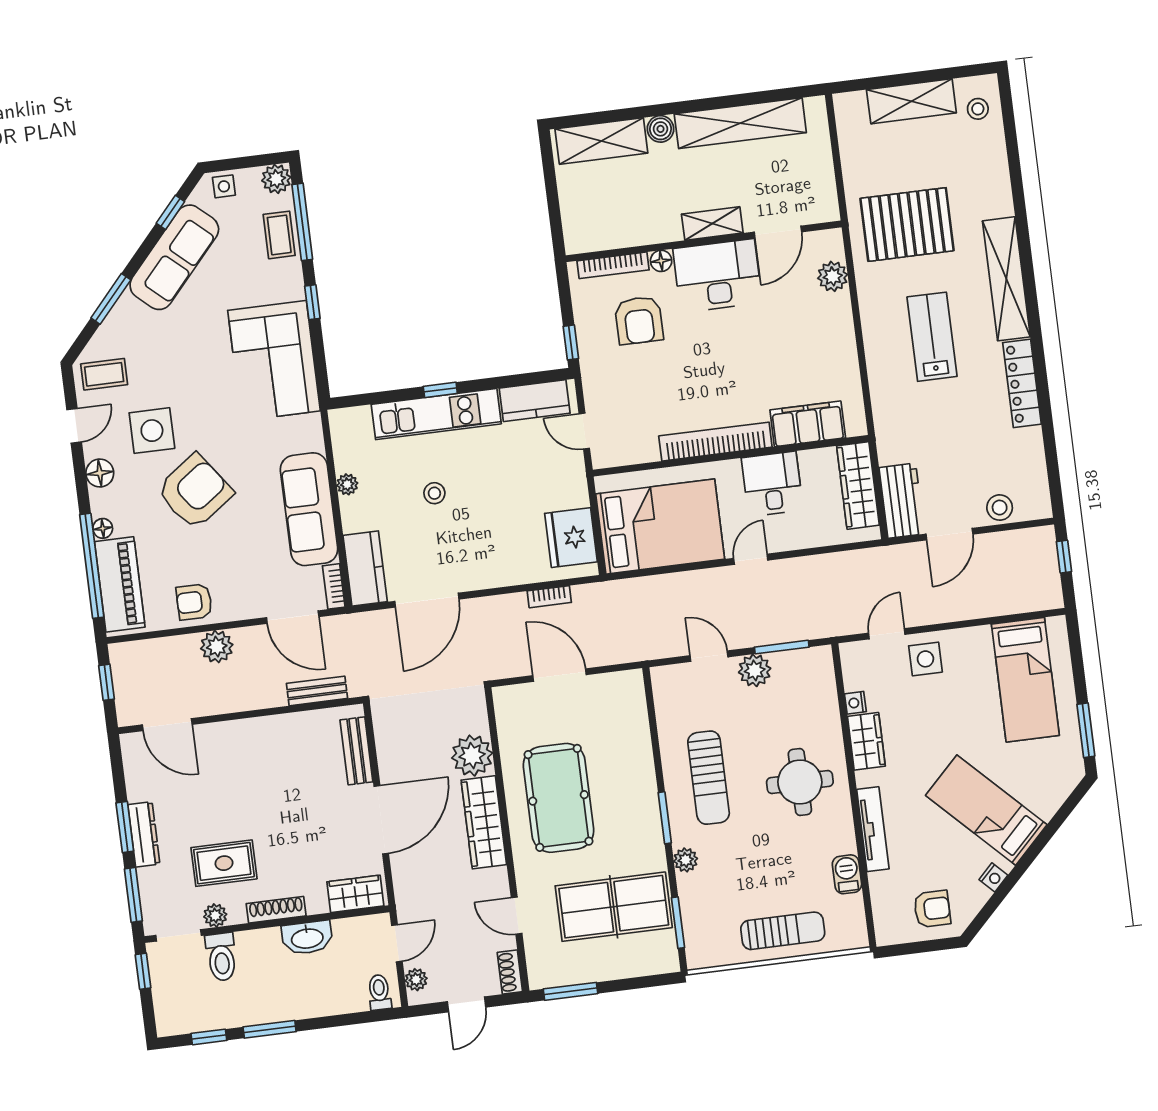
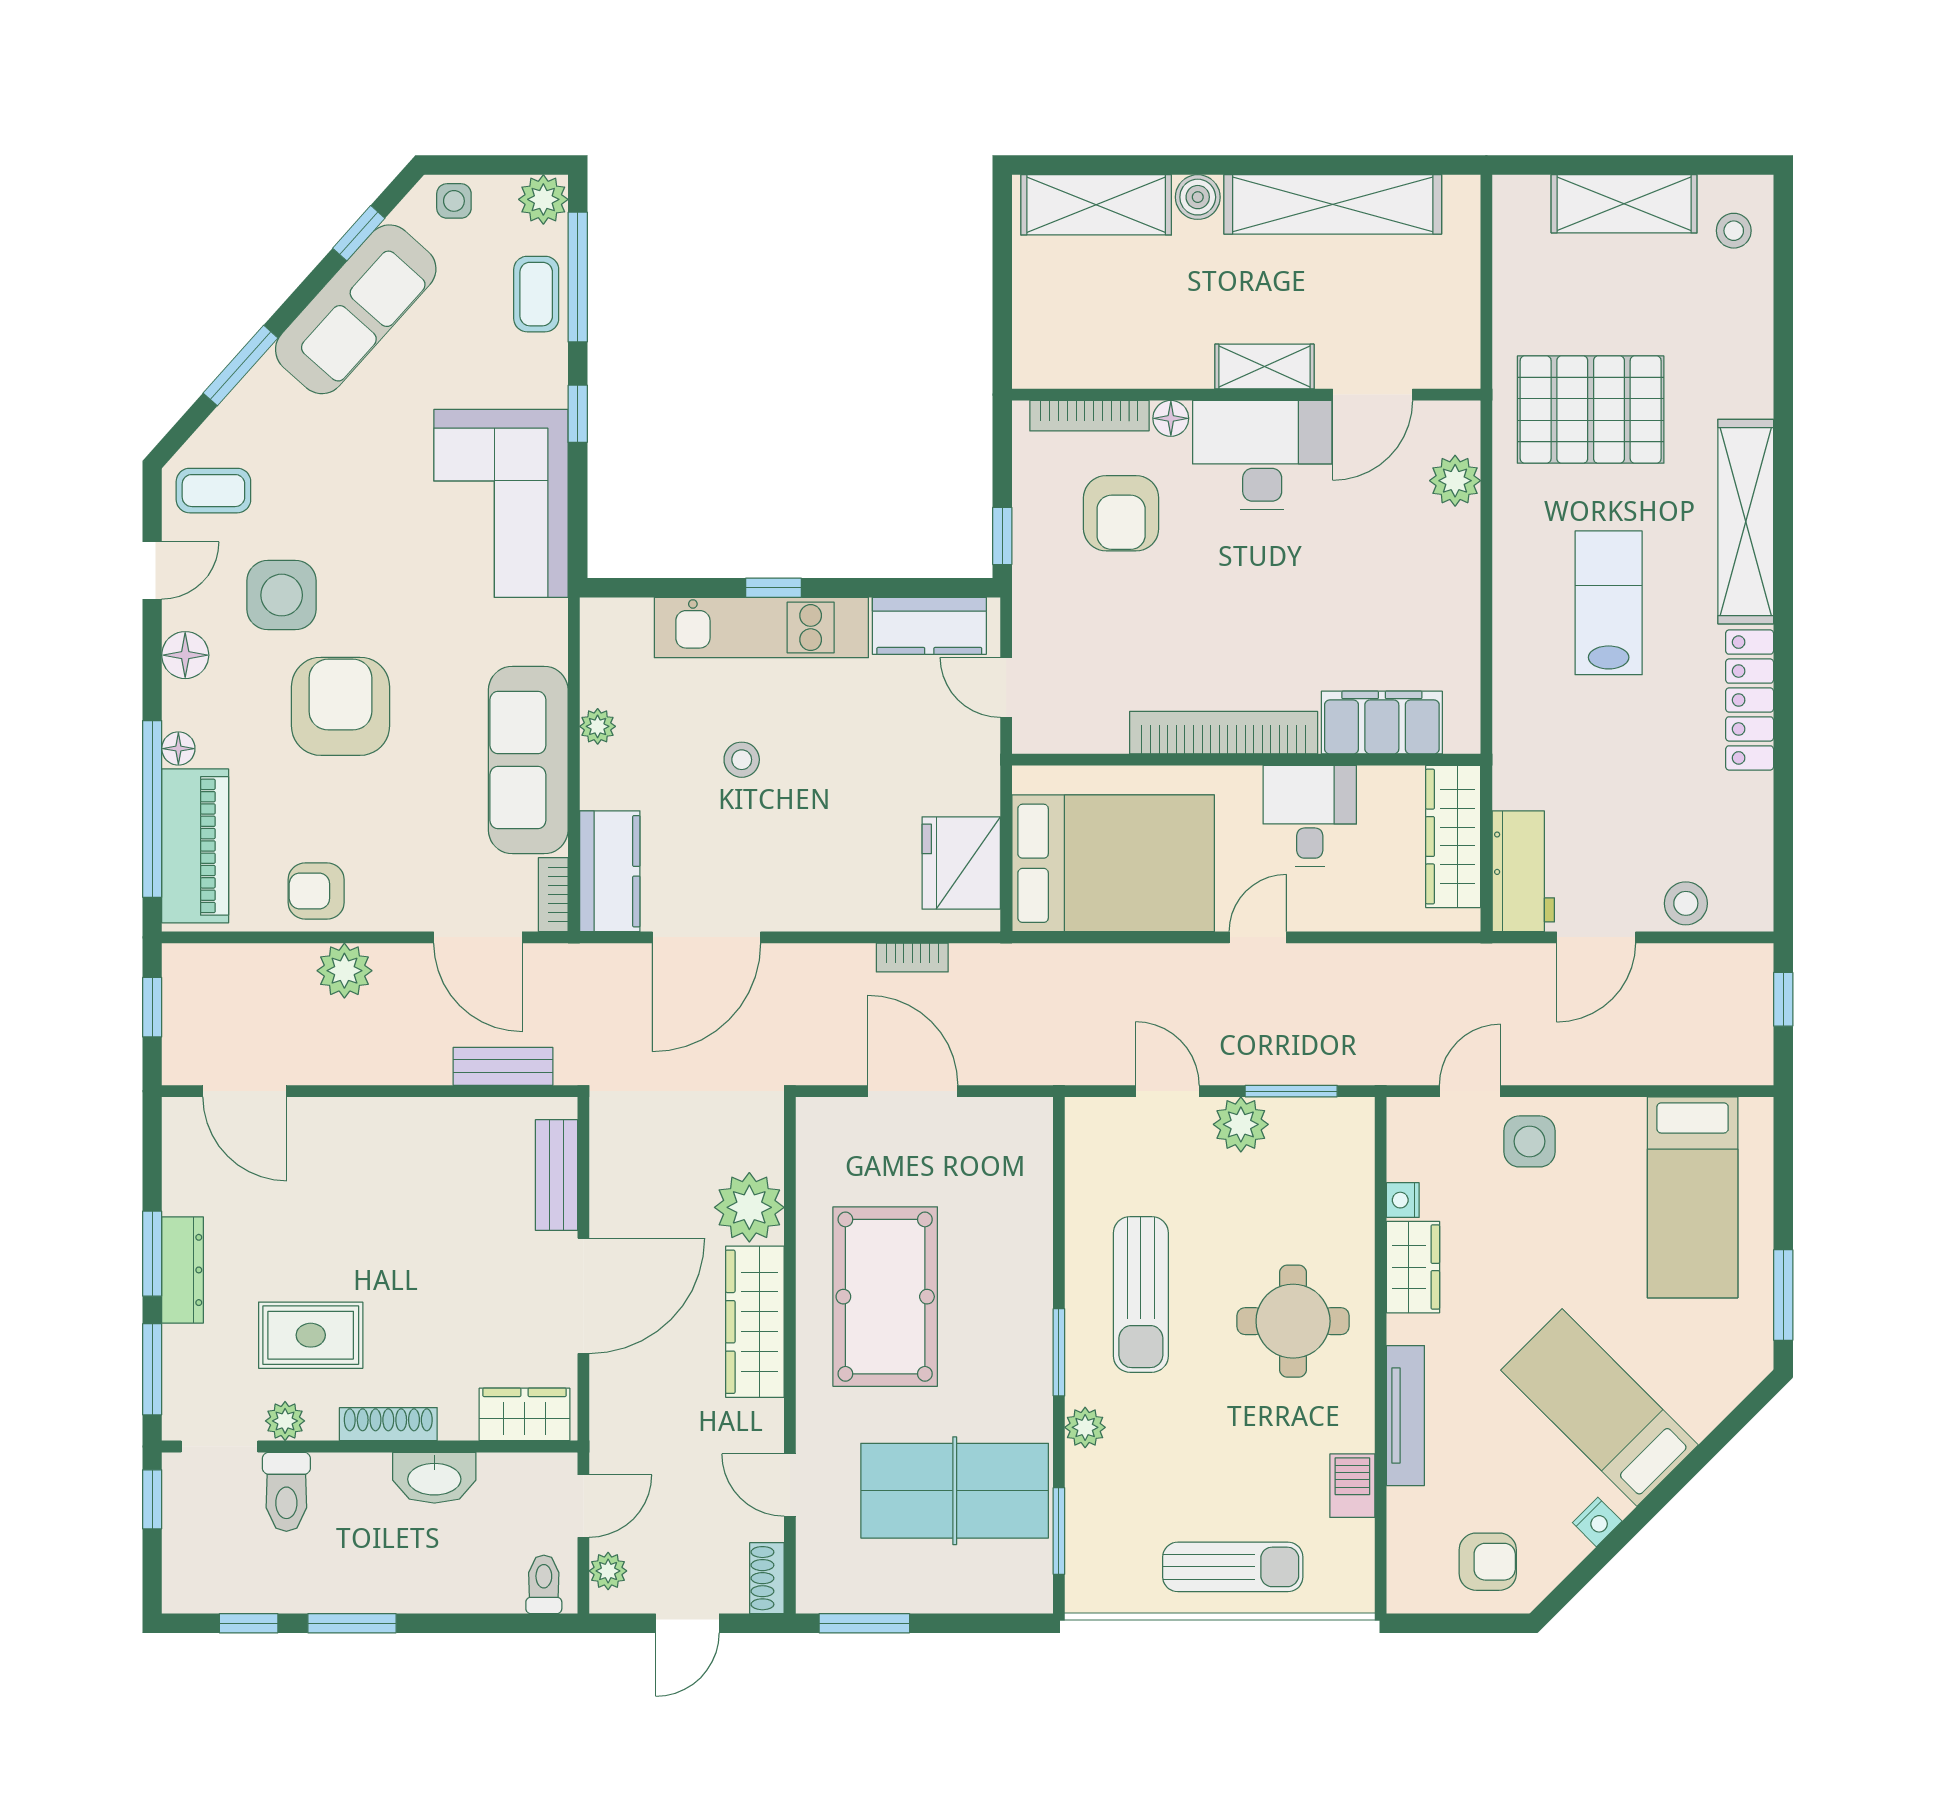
armchair: (195, 492) -> (340, 706), turned -54

